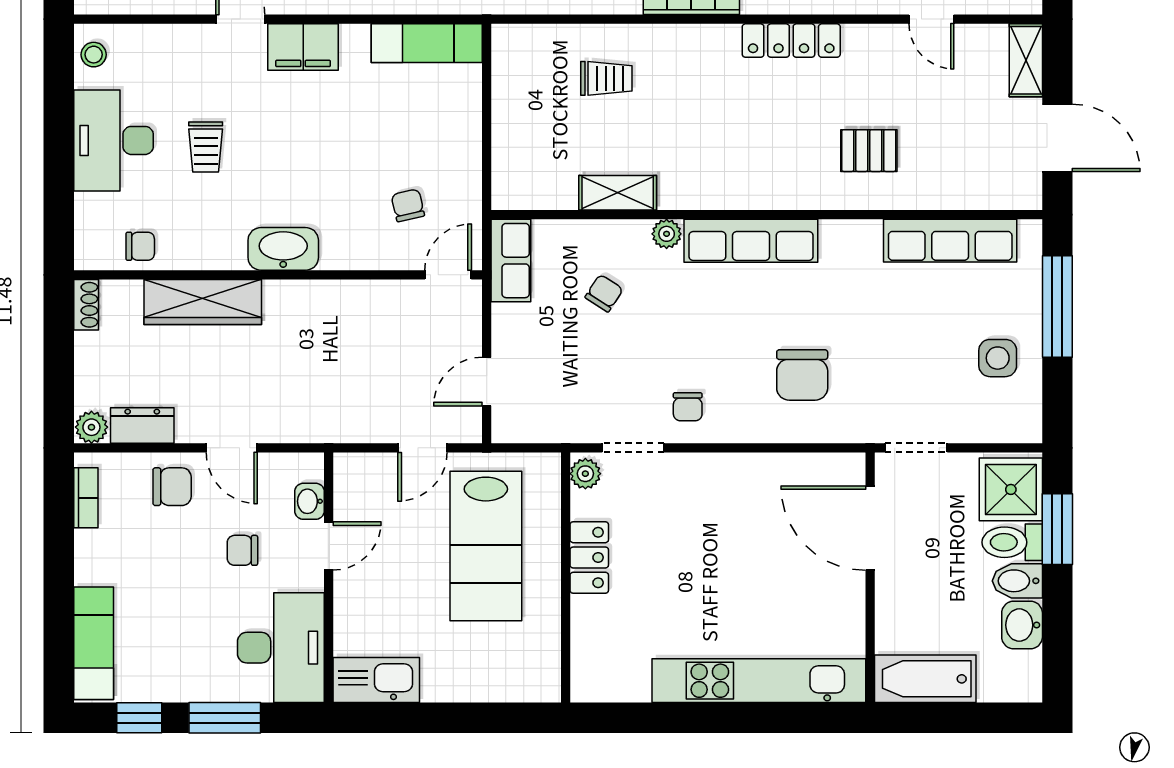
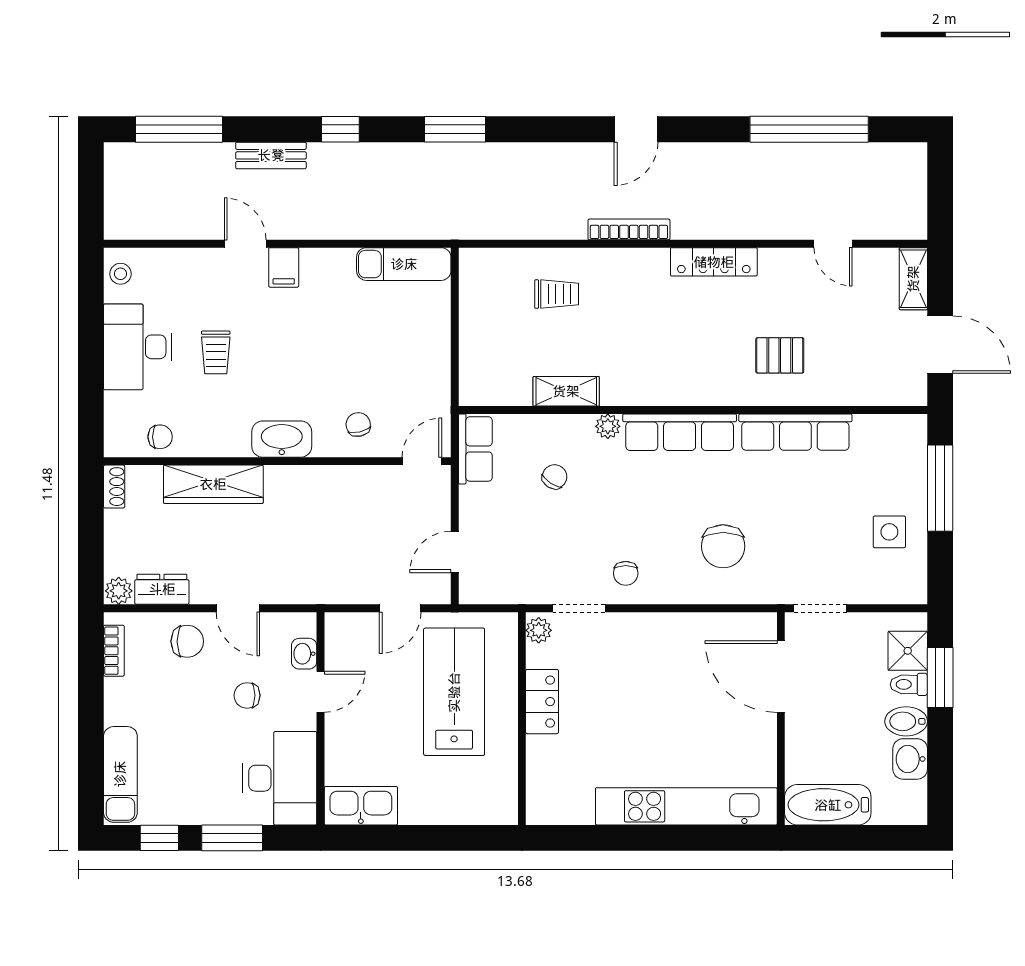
filing cabinet: (303, 47) -> (284, 267), width x0.50
chair: (408, 205) -> (358, 425), moved
row of seats: (950, 241) -> (795, 432), moved
shower: (1011, 489) -> (908, 651), width x0.73, depth x0.73
toilet: (1012, 542) -> (909, 684), width x0.73, depth x0.72
lab bench: (486, 546) -> (454, 692), turned 180

